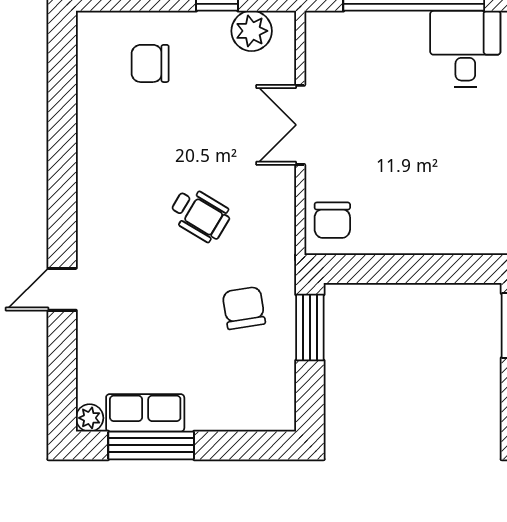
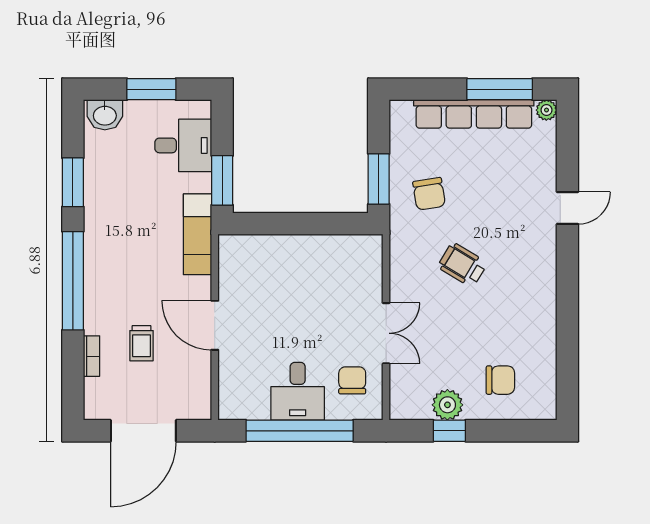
plant: (252, 31) -> (447, 405), moved
desk: (465, 49) -> (298, 391), moved
chair: (332, 220) -> (352, 380), moved
row of seats: (145, 413) -> (474, 114), width x2.02

